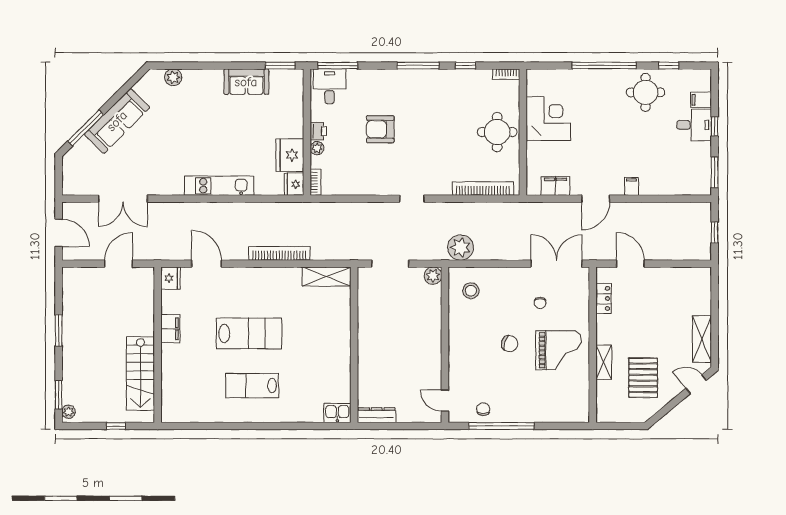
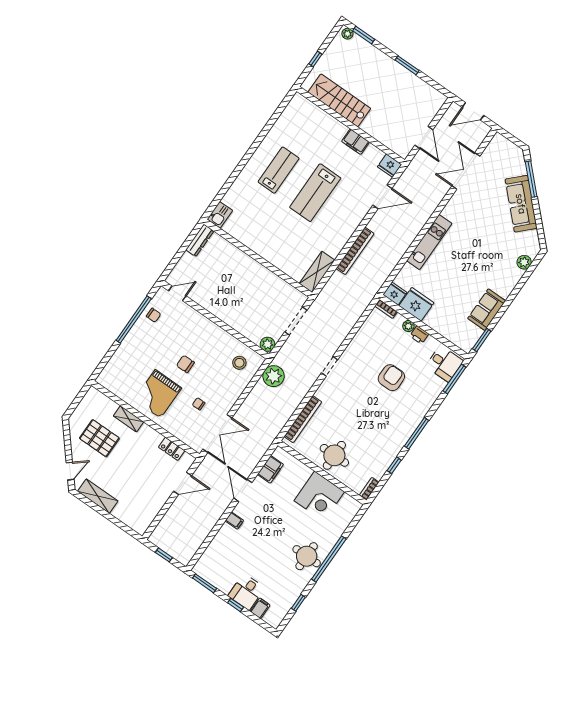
round table: (646, 92) -> (307, 556), moved
chair: (510, 344) -> (185, 364), turned 73

